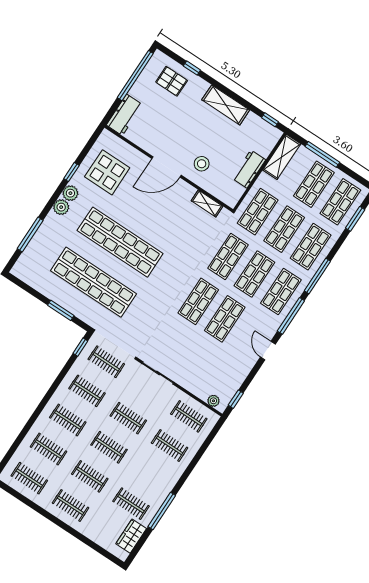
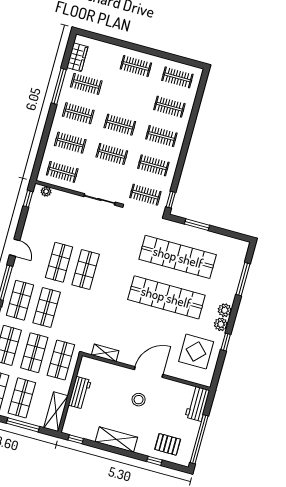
stool: (202, 164) -> (139, 400), moved
shop shelf: (228, 257) -> (73, 315), removed
clothes rail: (90, 476) -> (78, 113), moved

